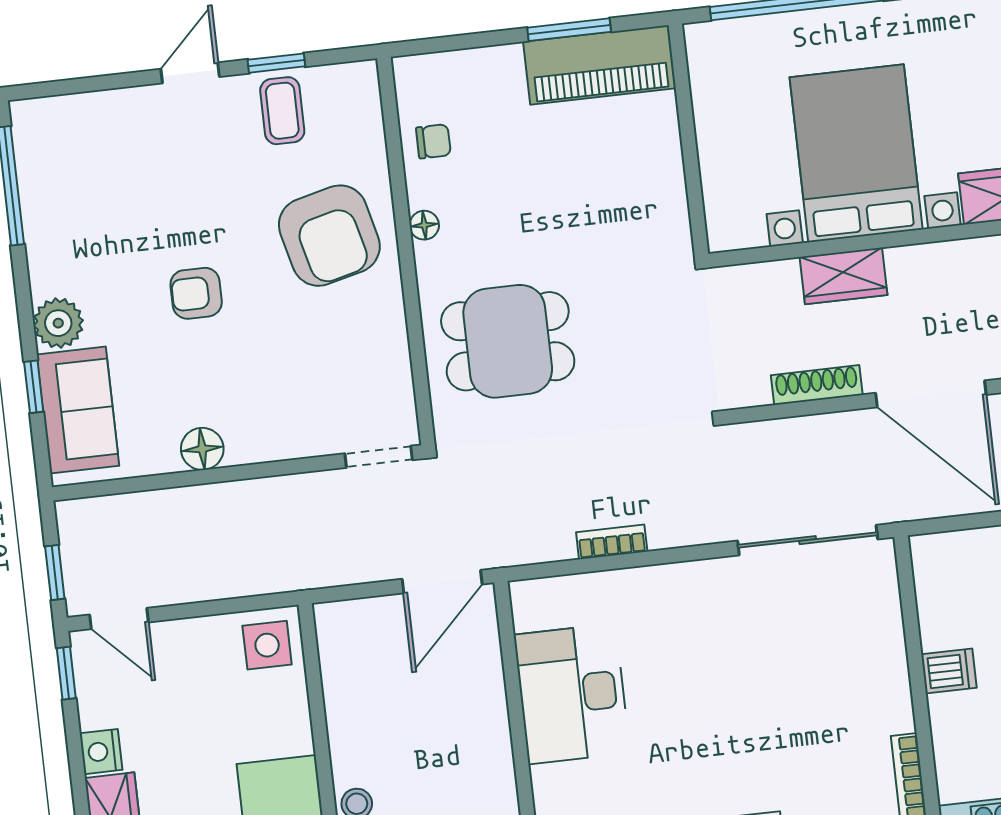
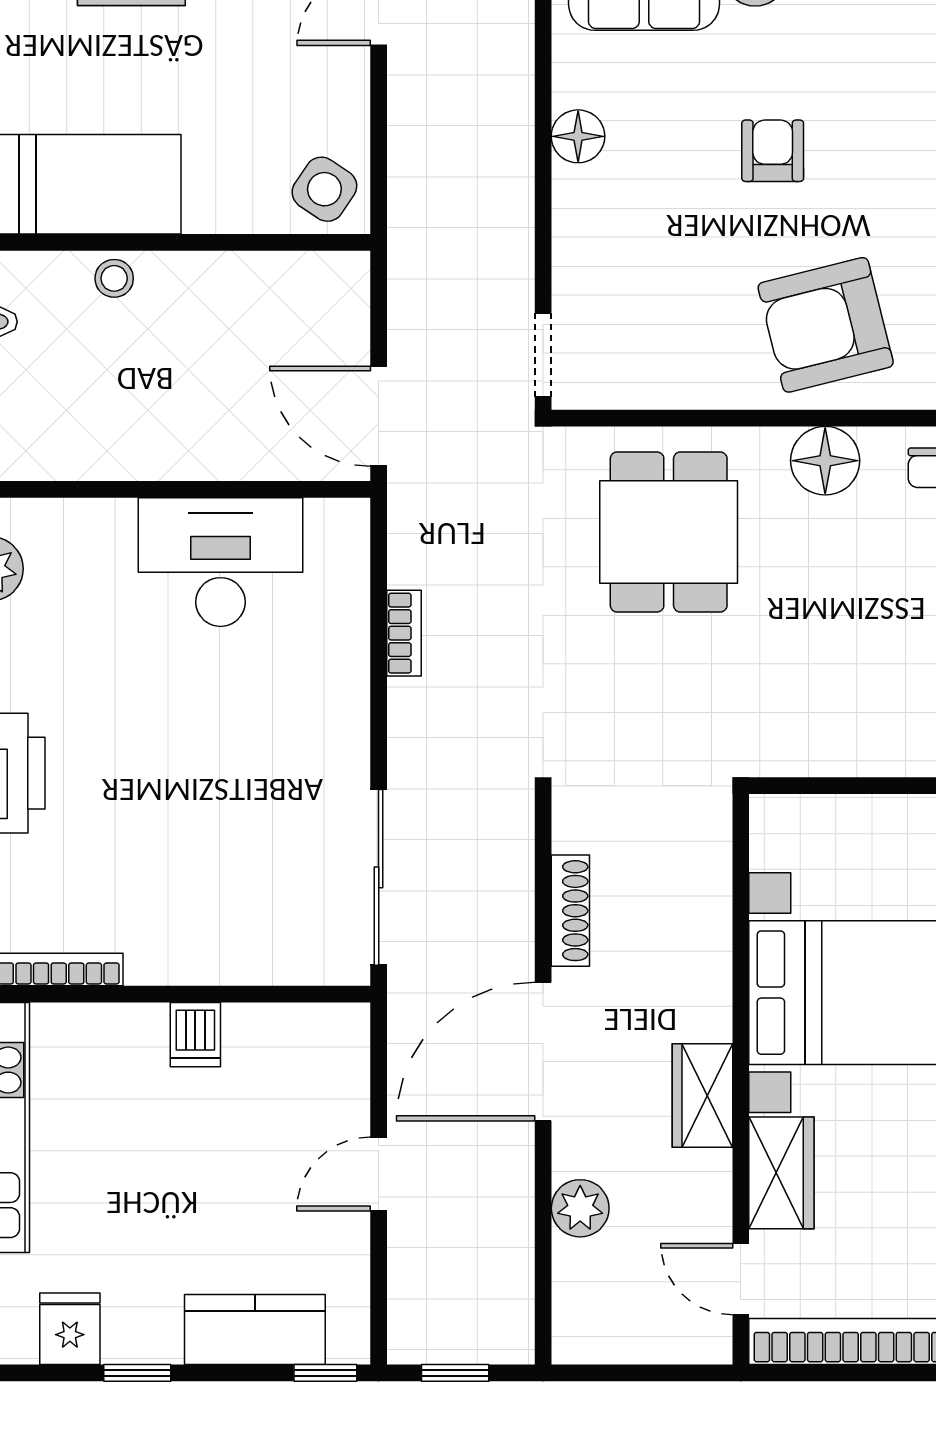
floor lamp: (424, 225) -> (825, 461), width x1.89, depth x1.89
wardrobe: (844, 276) -> (702, 1095), moved
side table: (267, 645) -> (324, 189), turned 34

